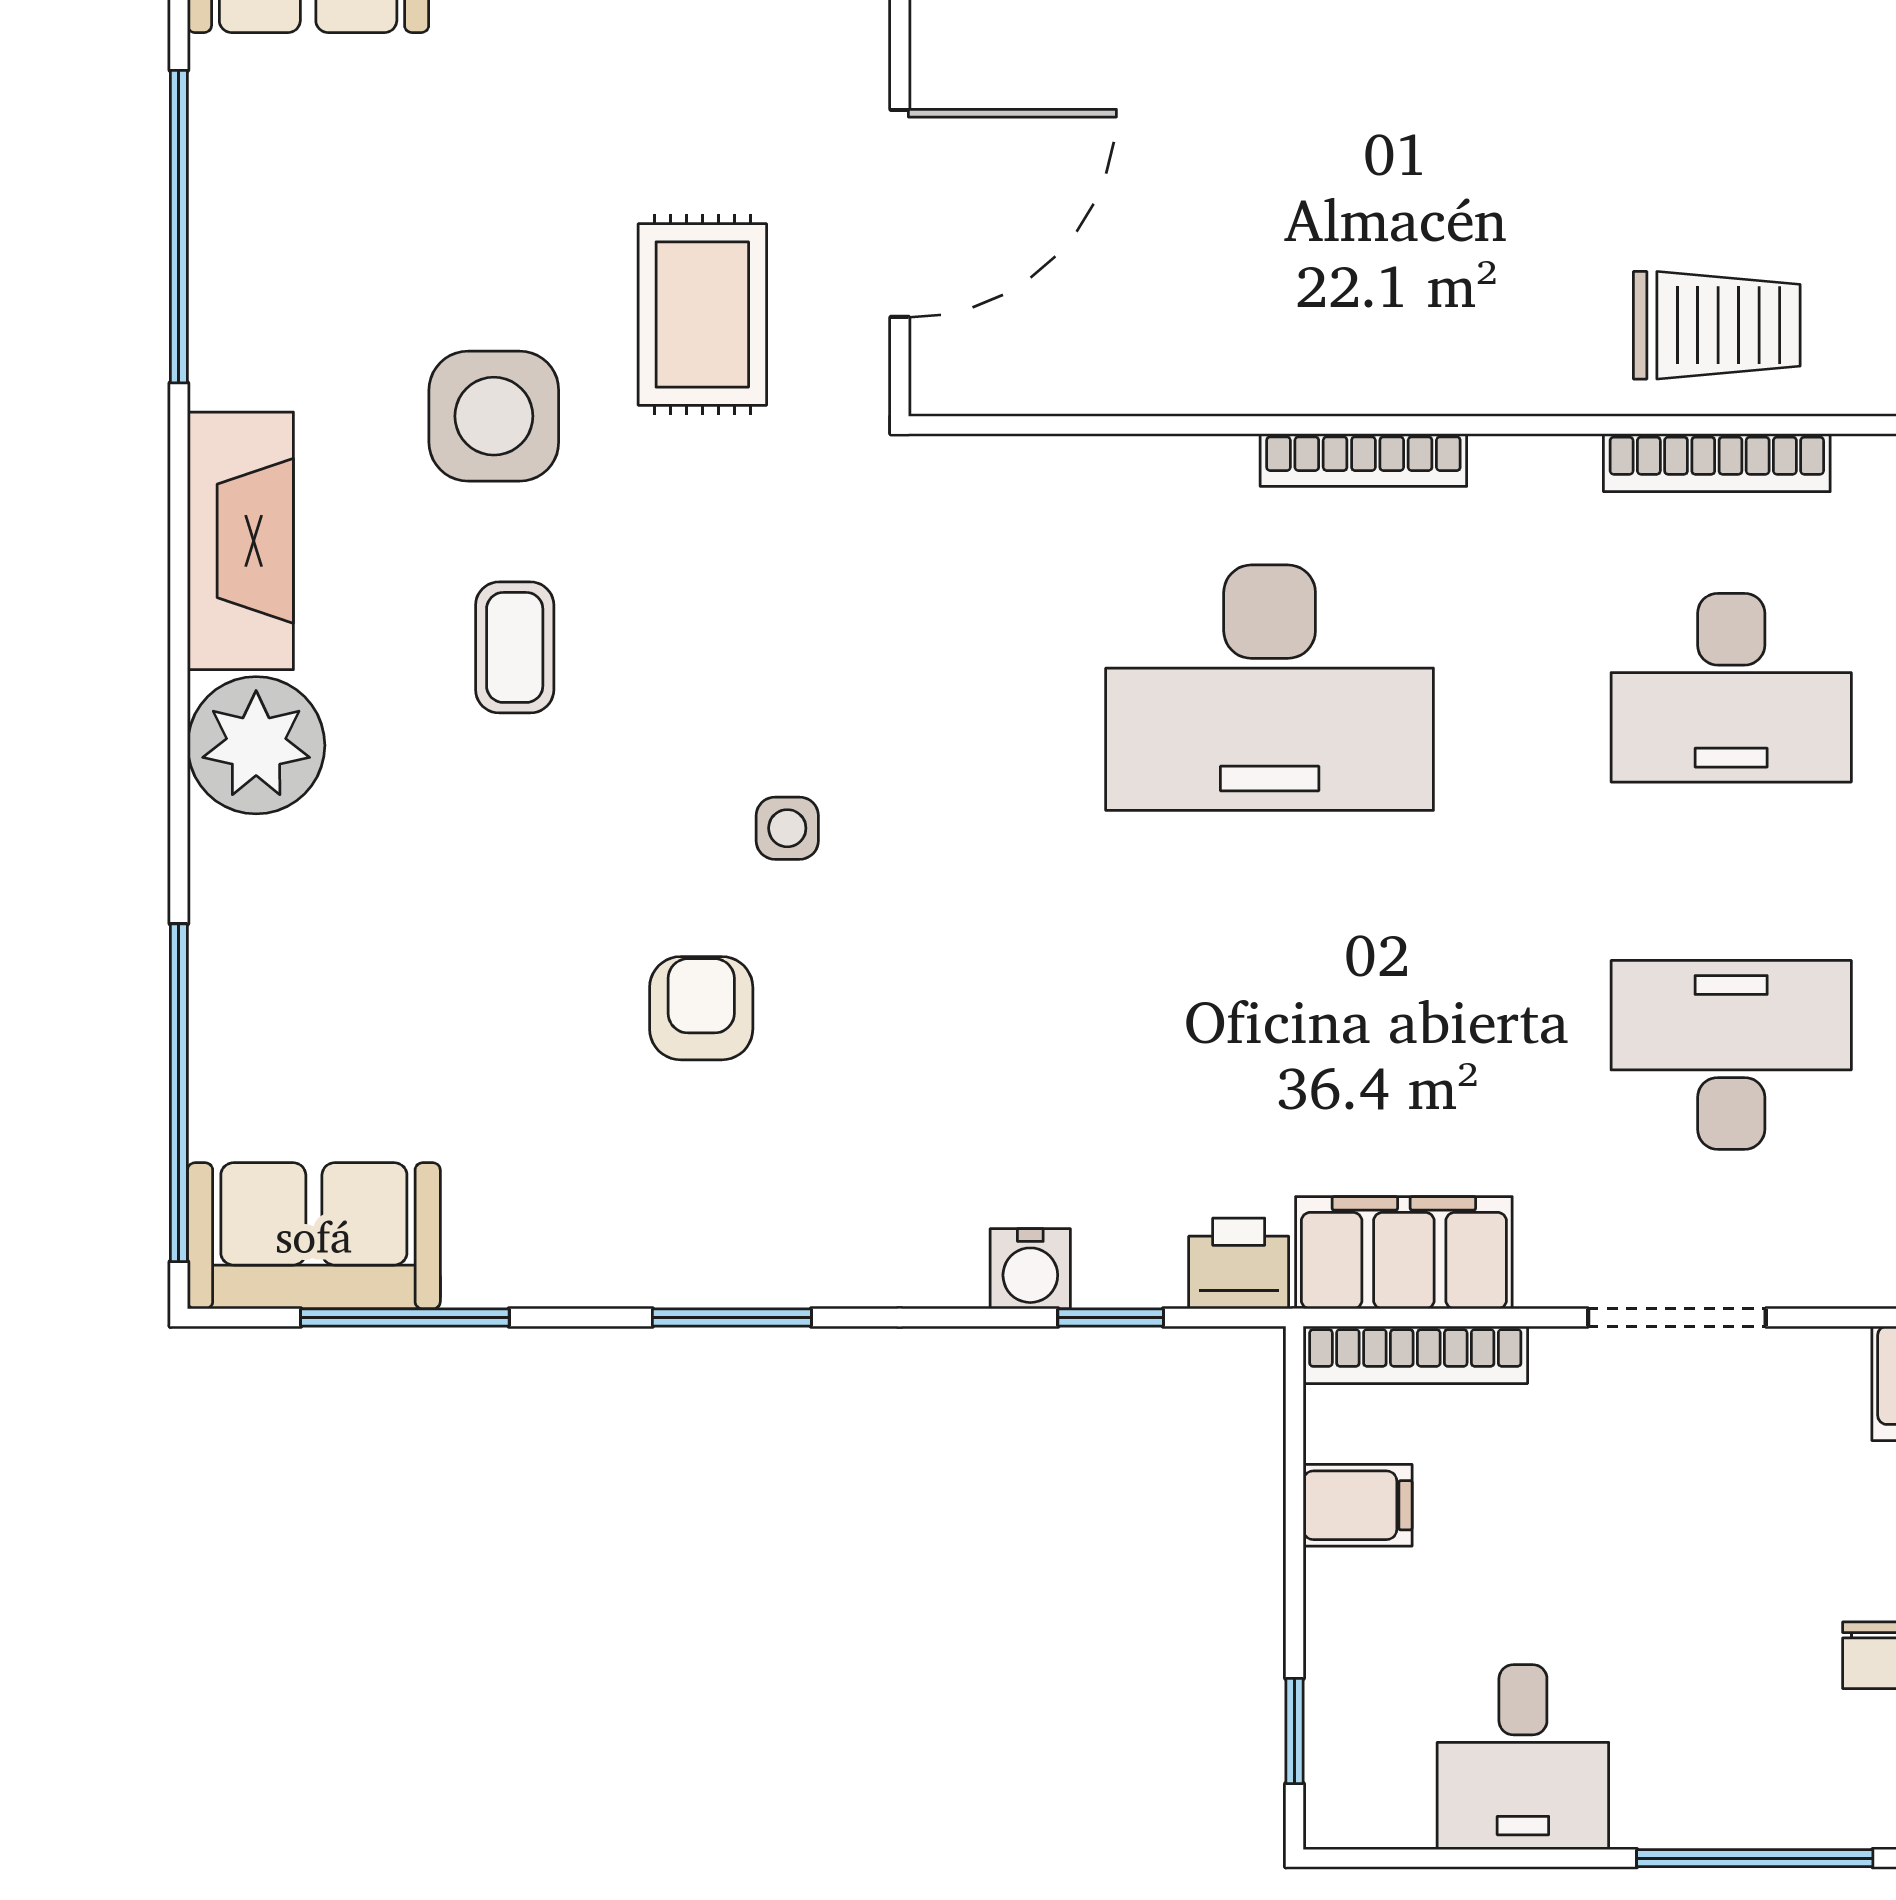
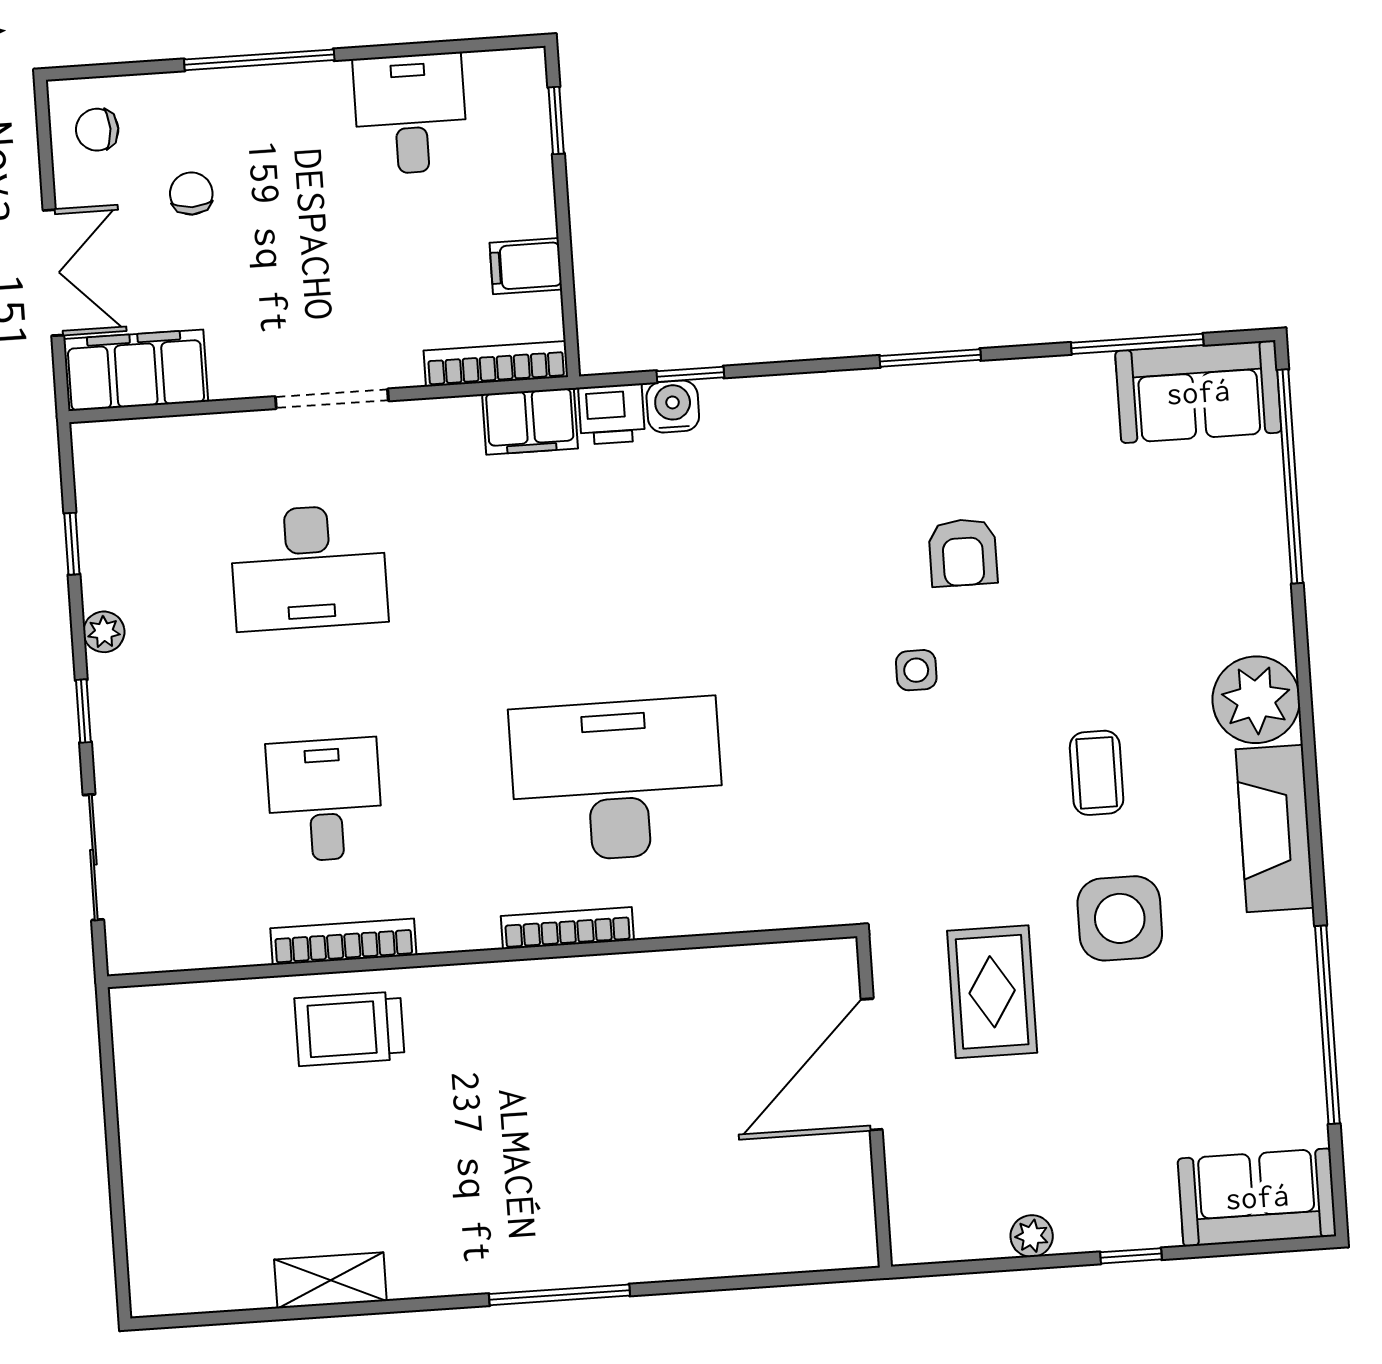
desk: (1731, 688) -> (325, 800), width x0.73
filing cabinet: (1404, 1253) -> (530, 421), width x0.67, depth x0.86
water cooler: (1030, 1269) -> (673, 407), moved

